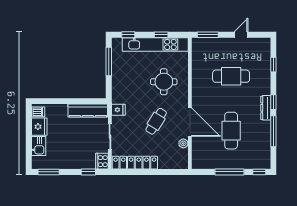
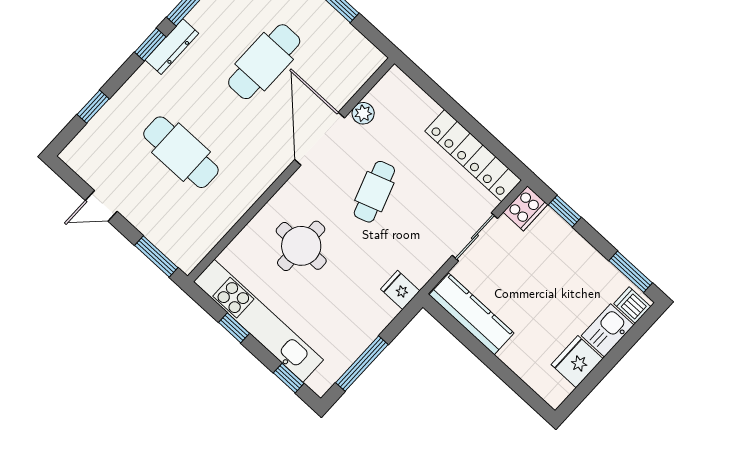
fridge: (118, 110) -> (400, 290), moved
dishwasher: (38, 112) -> (632, 305), moved
cafe table: (156, 121) -> (374, 192), turned -51

